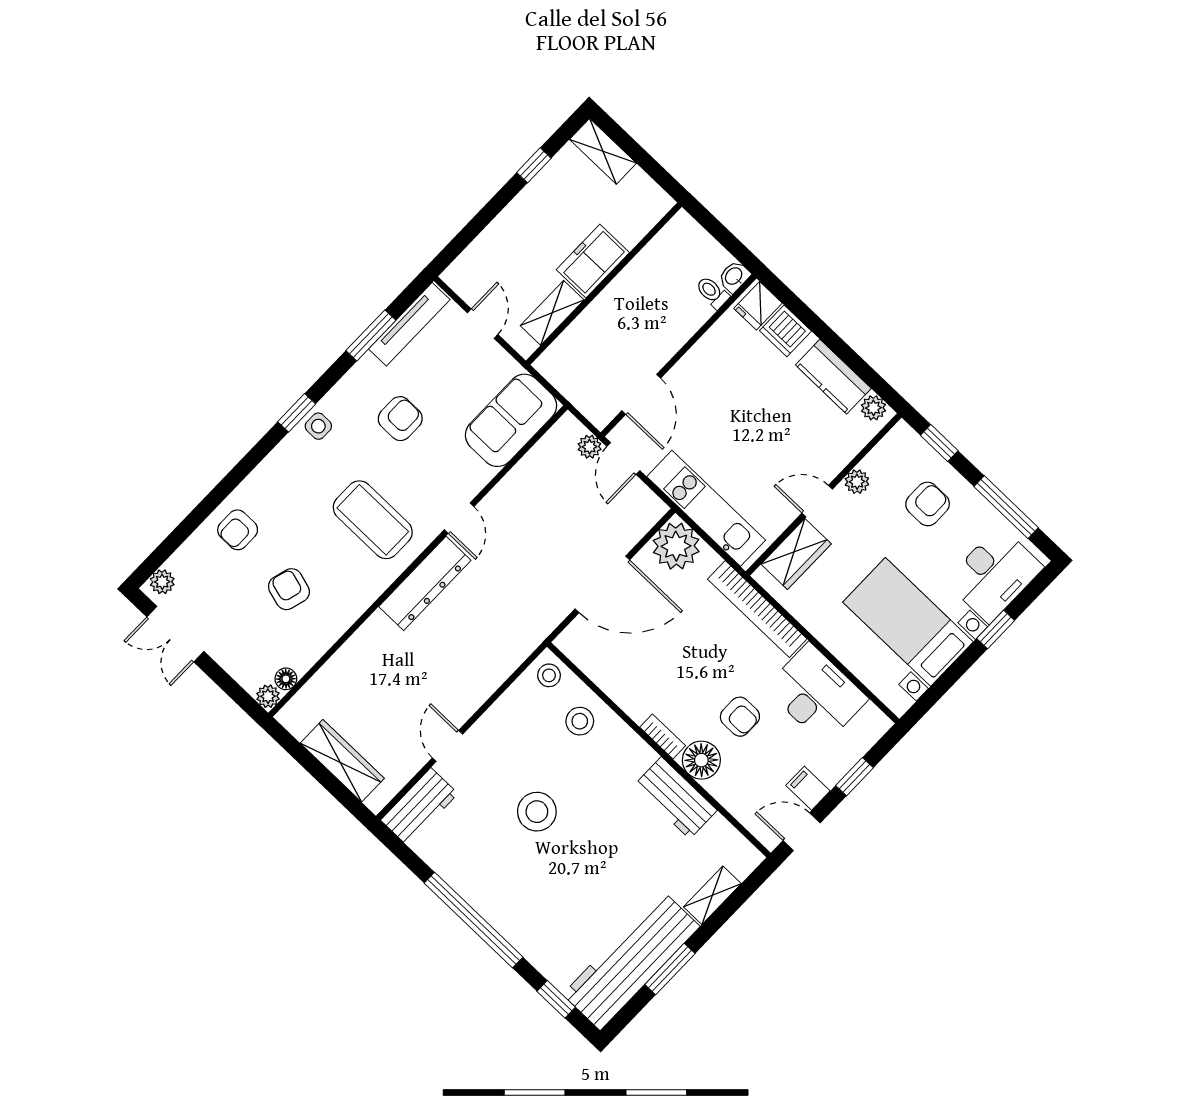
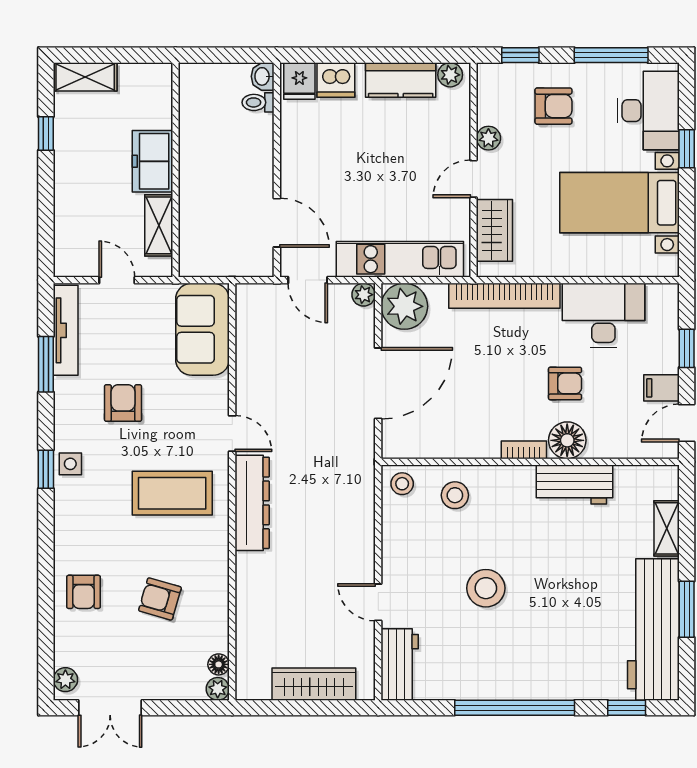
plant: (590, 447) -> (364, 295), moved
armchair: (928, 504) -> (553, 106), turned 90

